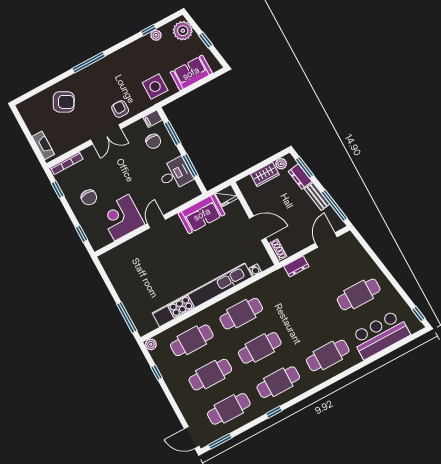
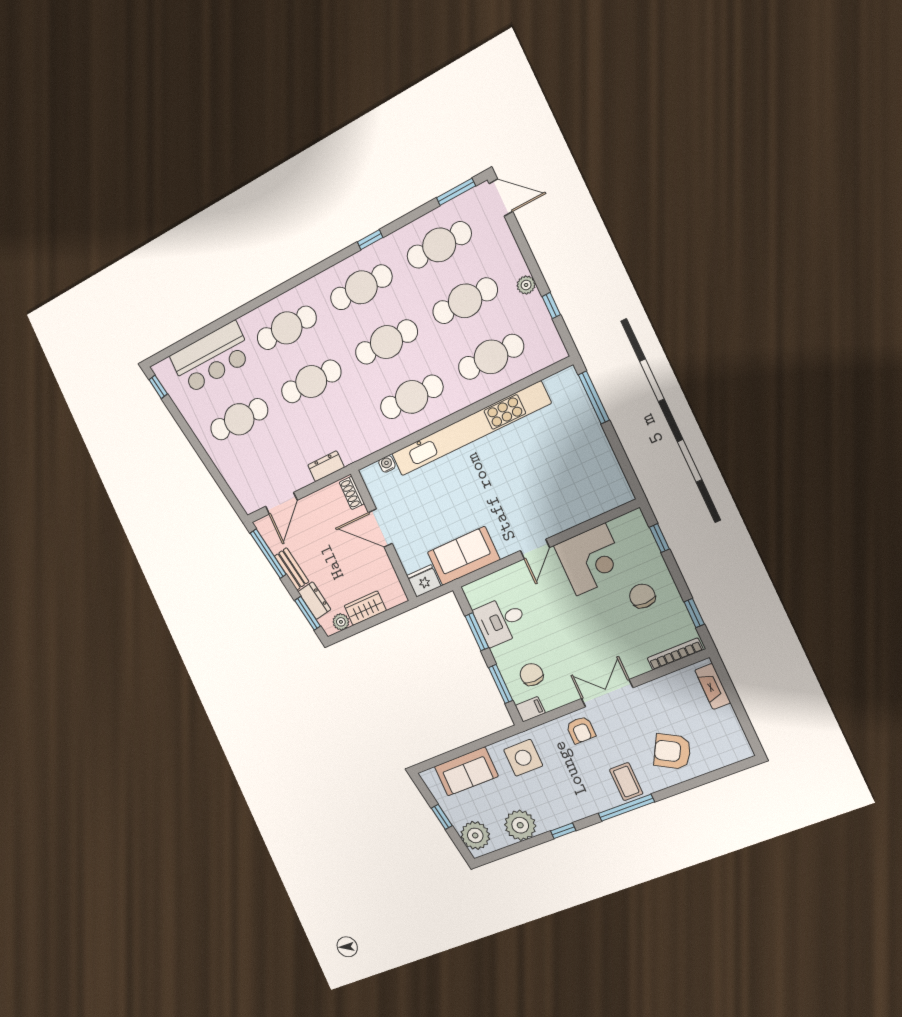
window: (148, 30) -> (563, 831), moved
plant: (156, 35) -> (520, 825), width x1.88, depth x1.88
coffee table: (90, 79) -> (626, 782), added
cafe table: (309, 321) -> (311, 382), added
plant: (151, 344) -> (526, 285), moved

